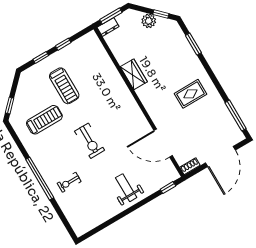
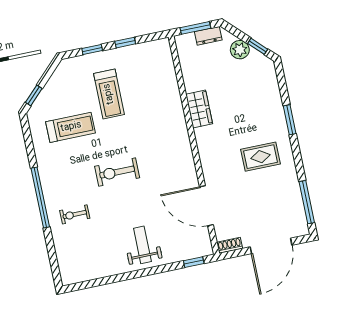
dresser: (108, 27) -> (208, 36), moved
window: (193, 44) -> (290, 120), moved
exercise bike: (90, 141) -> (117, 172), turned 90

